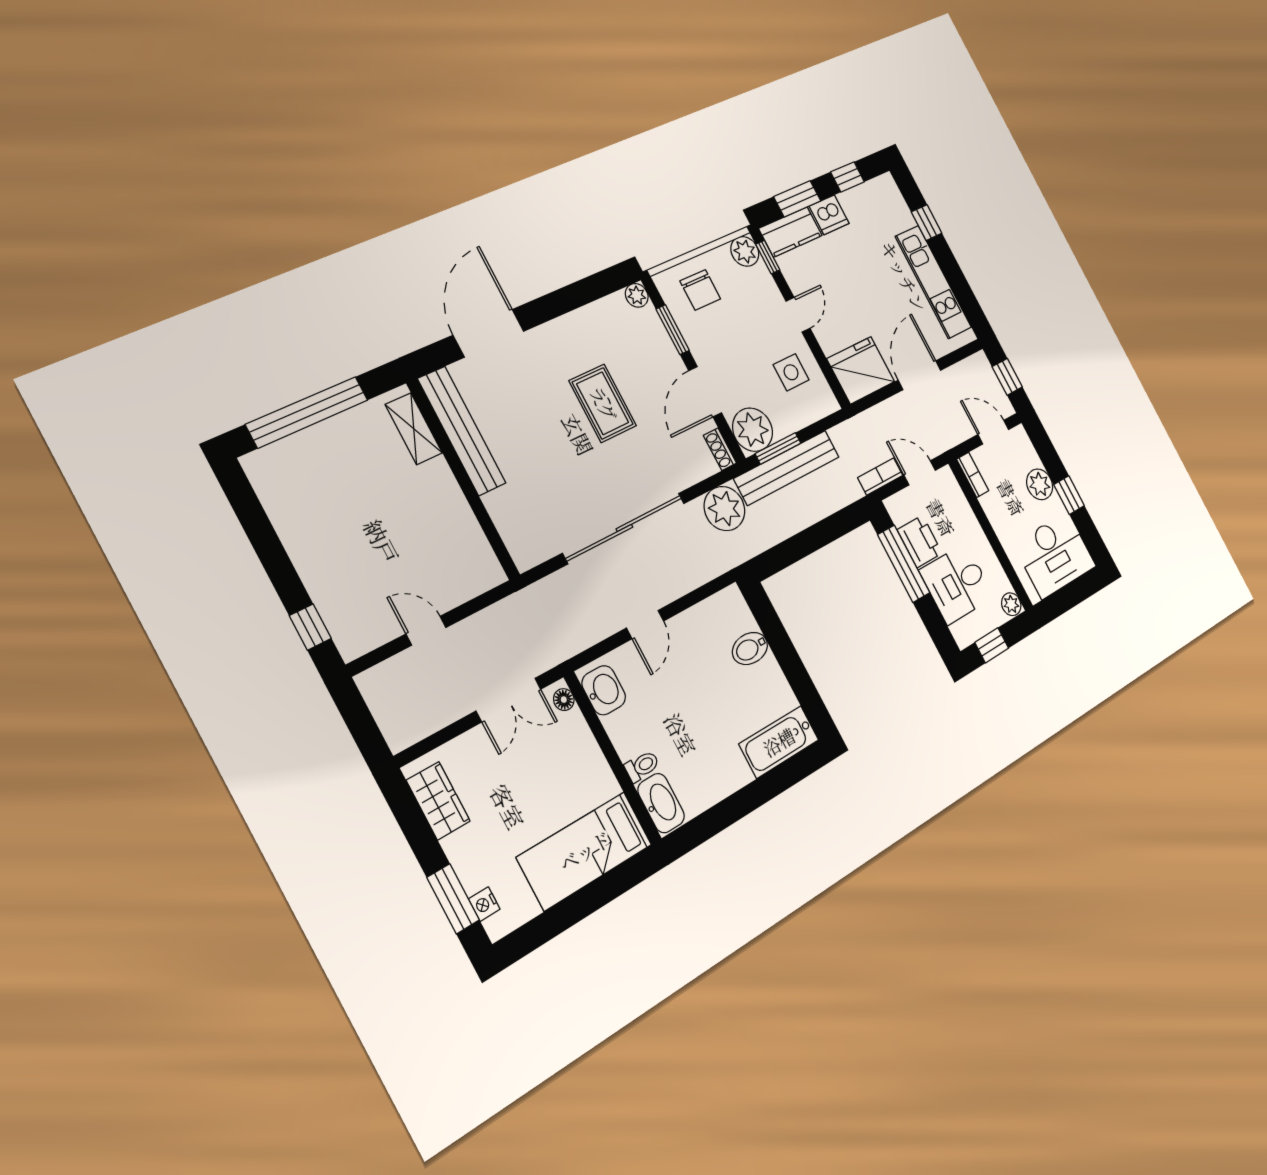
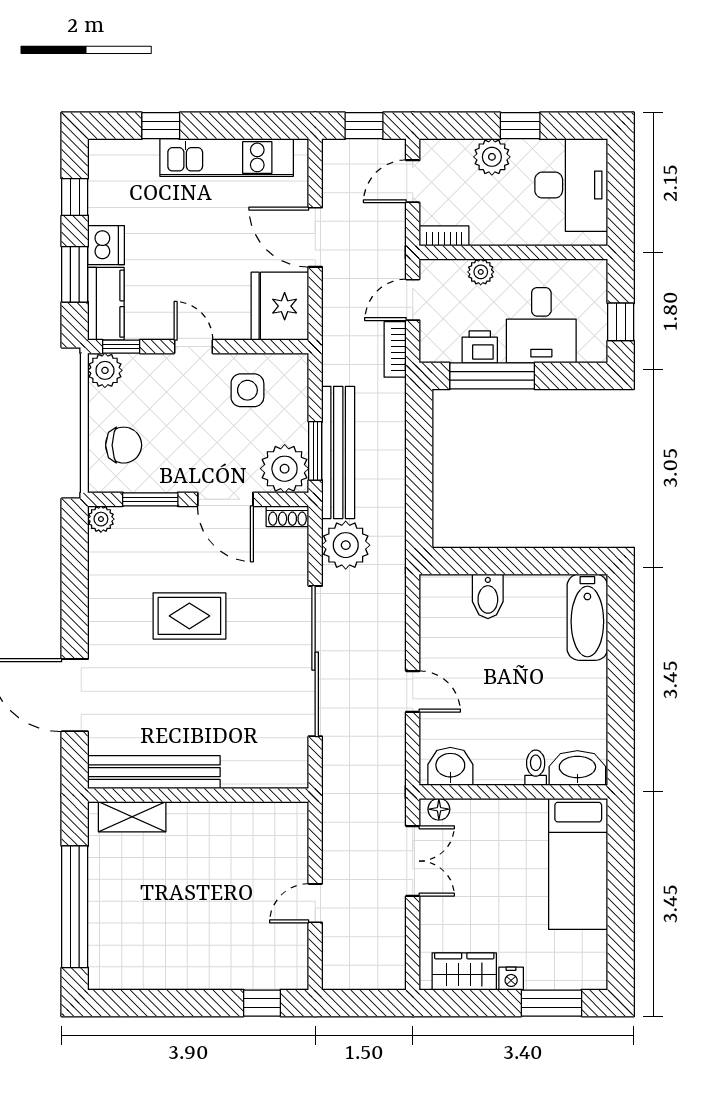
printer: (920, 541) -> (480, 347), width x0.73, depth x0.81
plant: (1011, 604) -> (481, 272), moved
nightstand: (484, 904) -> (511, 979), moved

